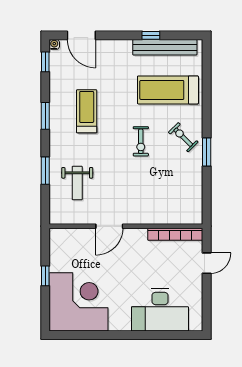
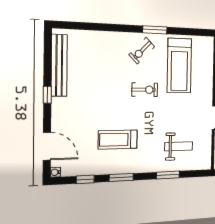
door: (81, 35) -> (47, 146), hinge flipped
window: (151, 35) -> (47, 95), moved
window: (45, 62) -> (85, 179), moved
treadmill: (168, 90) -> (179, 66), moved

